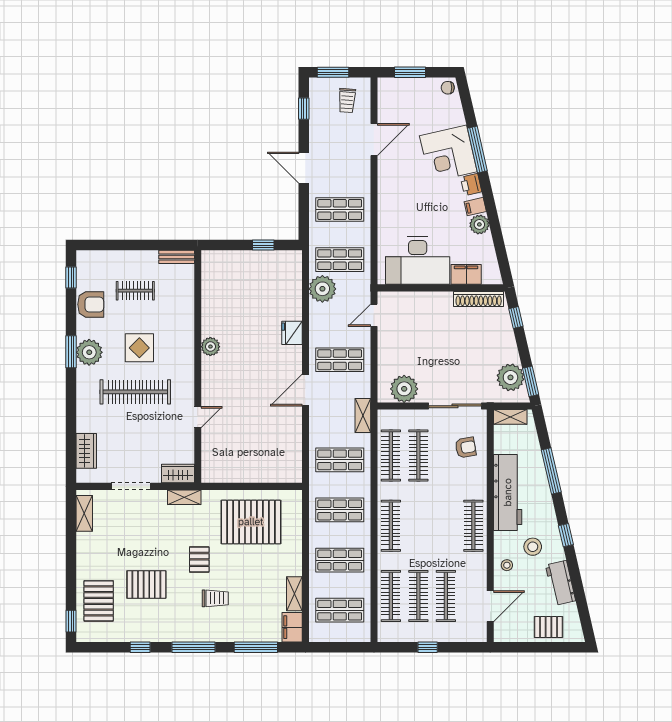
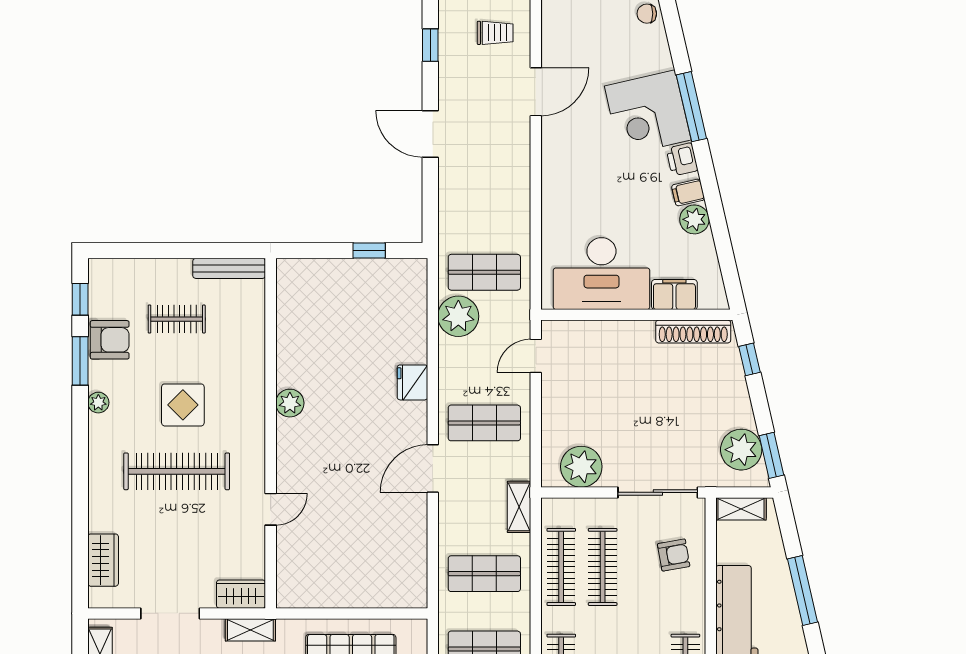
trolley: (347, 100) -> (495, 33), turned -94
shop shelf: (340, 210) -> (484, 197), removed
bench: (177, 257) -> (229, 268), width x1.36
window: (71, 352) -> (80, 361), moved
plant: (89, 352) -> (98, 403), width x0.53, depth x0.53

